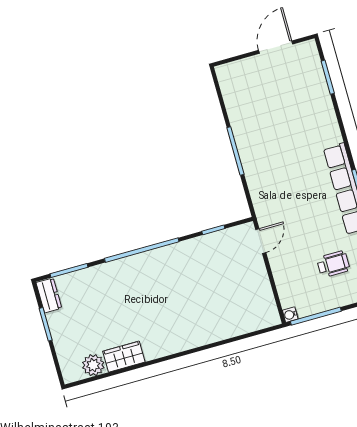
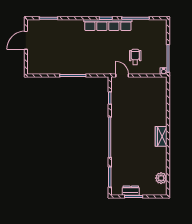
door: (276, 47) -> (26, 40), hinge flipped
wheelchair: (333, 264) -> (135, 57), moved
dresser: (49, 295) -> (131, 191), moved
wardrobe: (124, 357) -> (161, 136), moved

